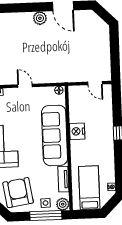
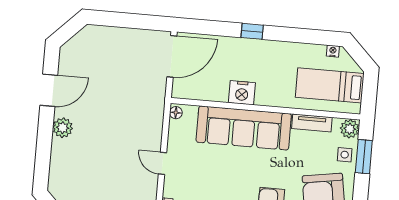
door: (95, 83) -> (172, 56), width x1.87
door: (25, 86) -> (162, 163), hinge flipped
window: (46, 216) -> (364, 157), width x0.69

